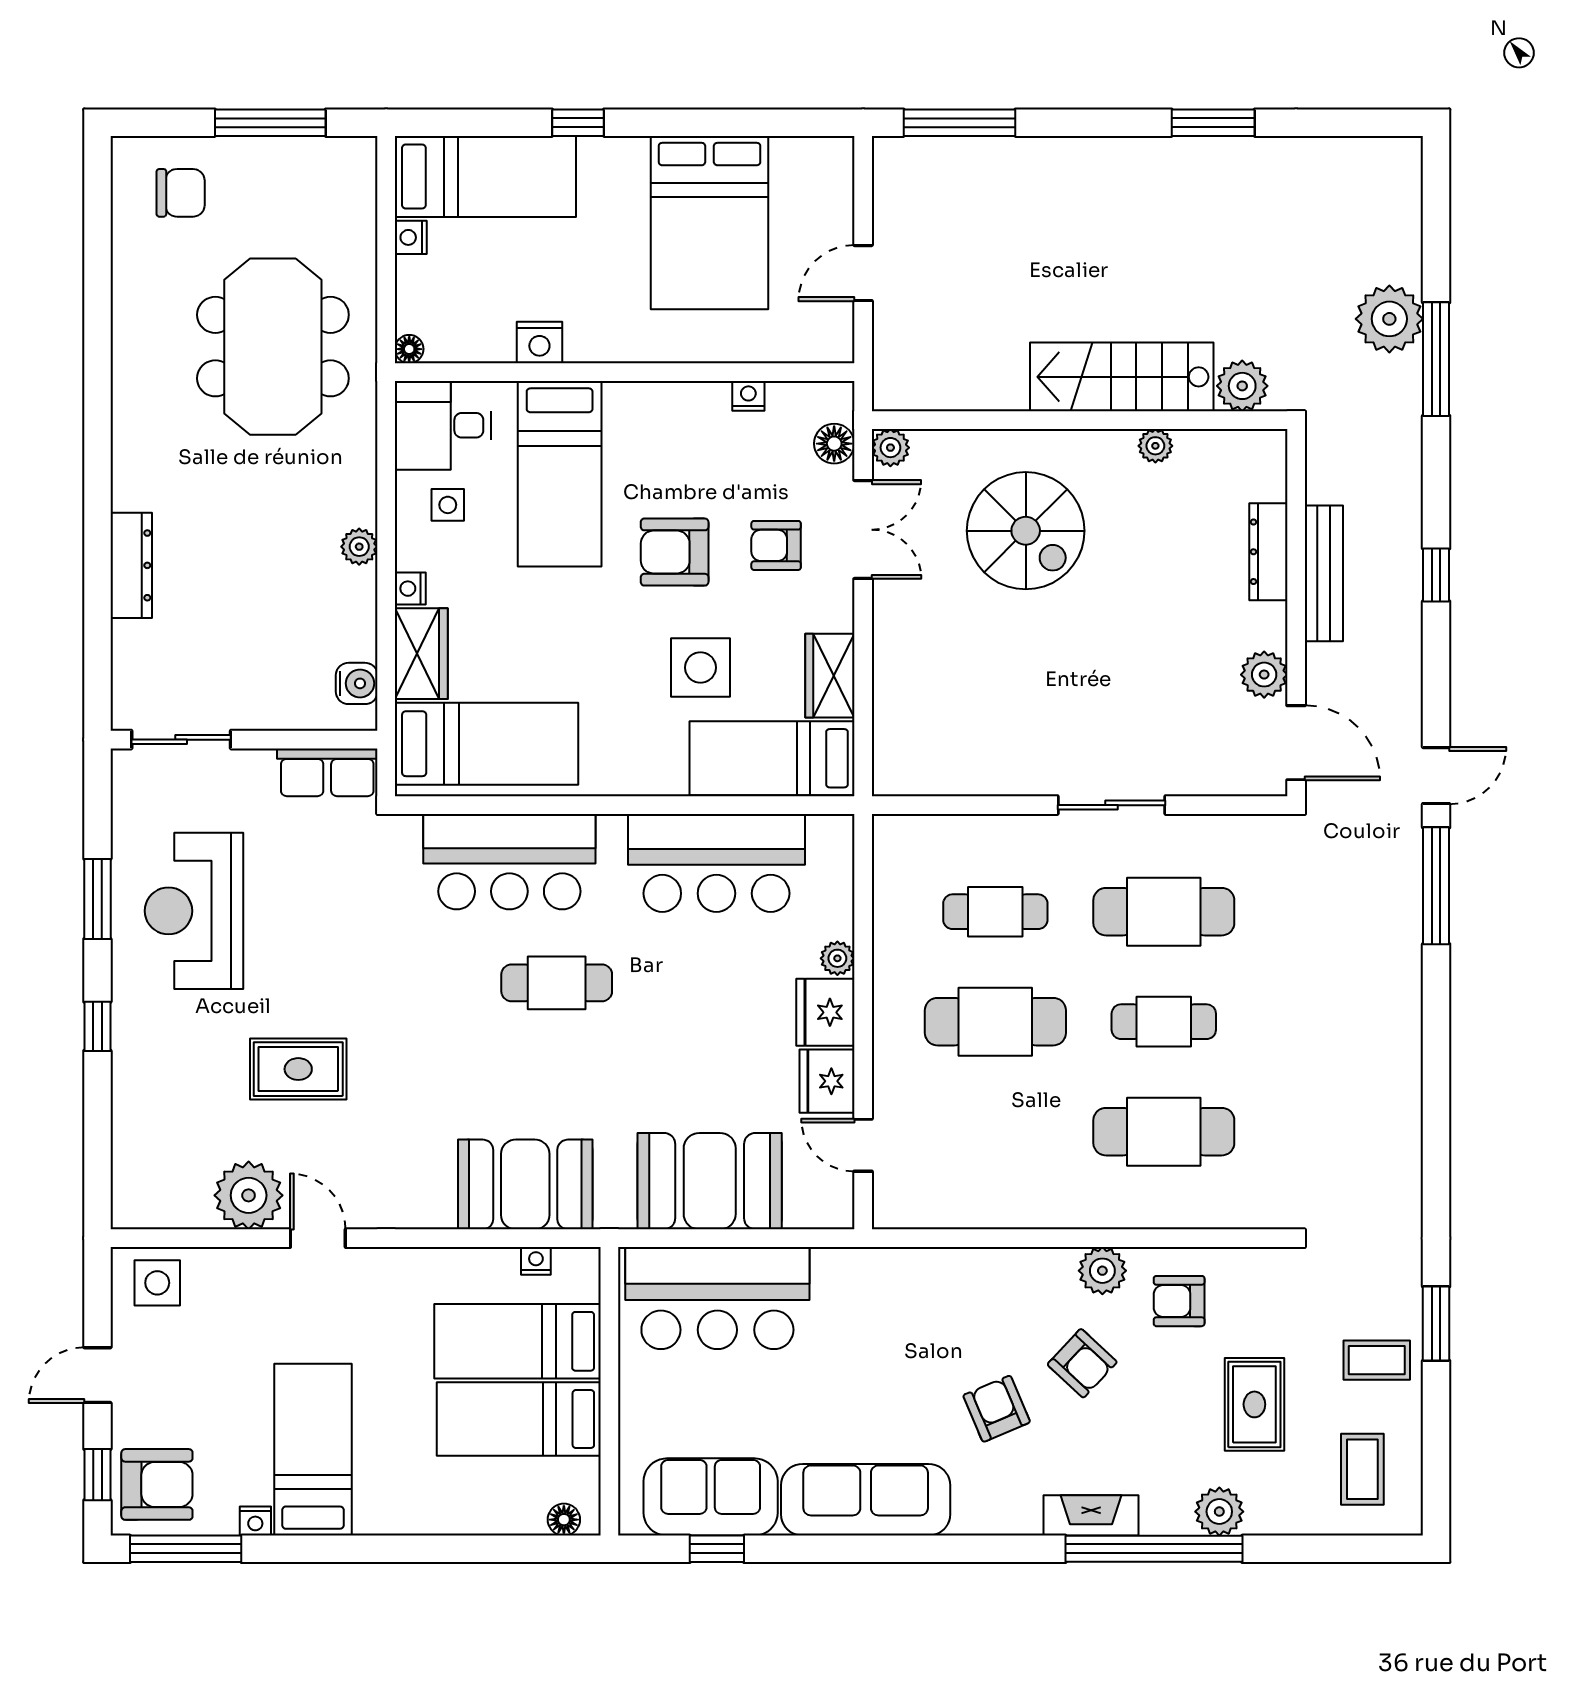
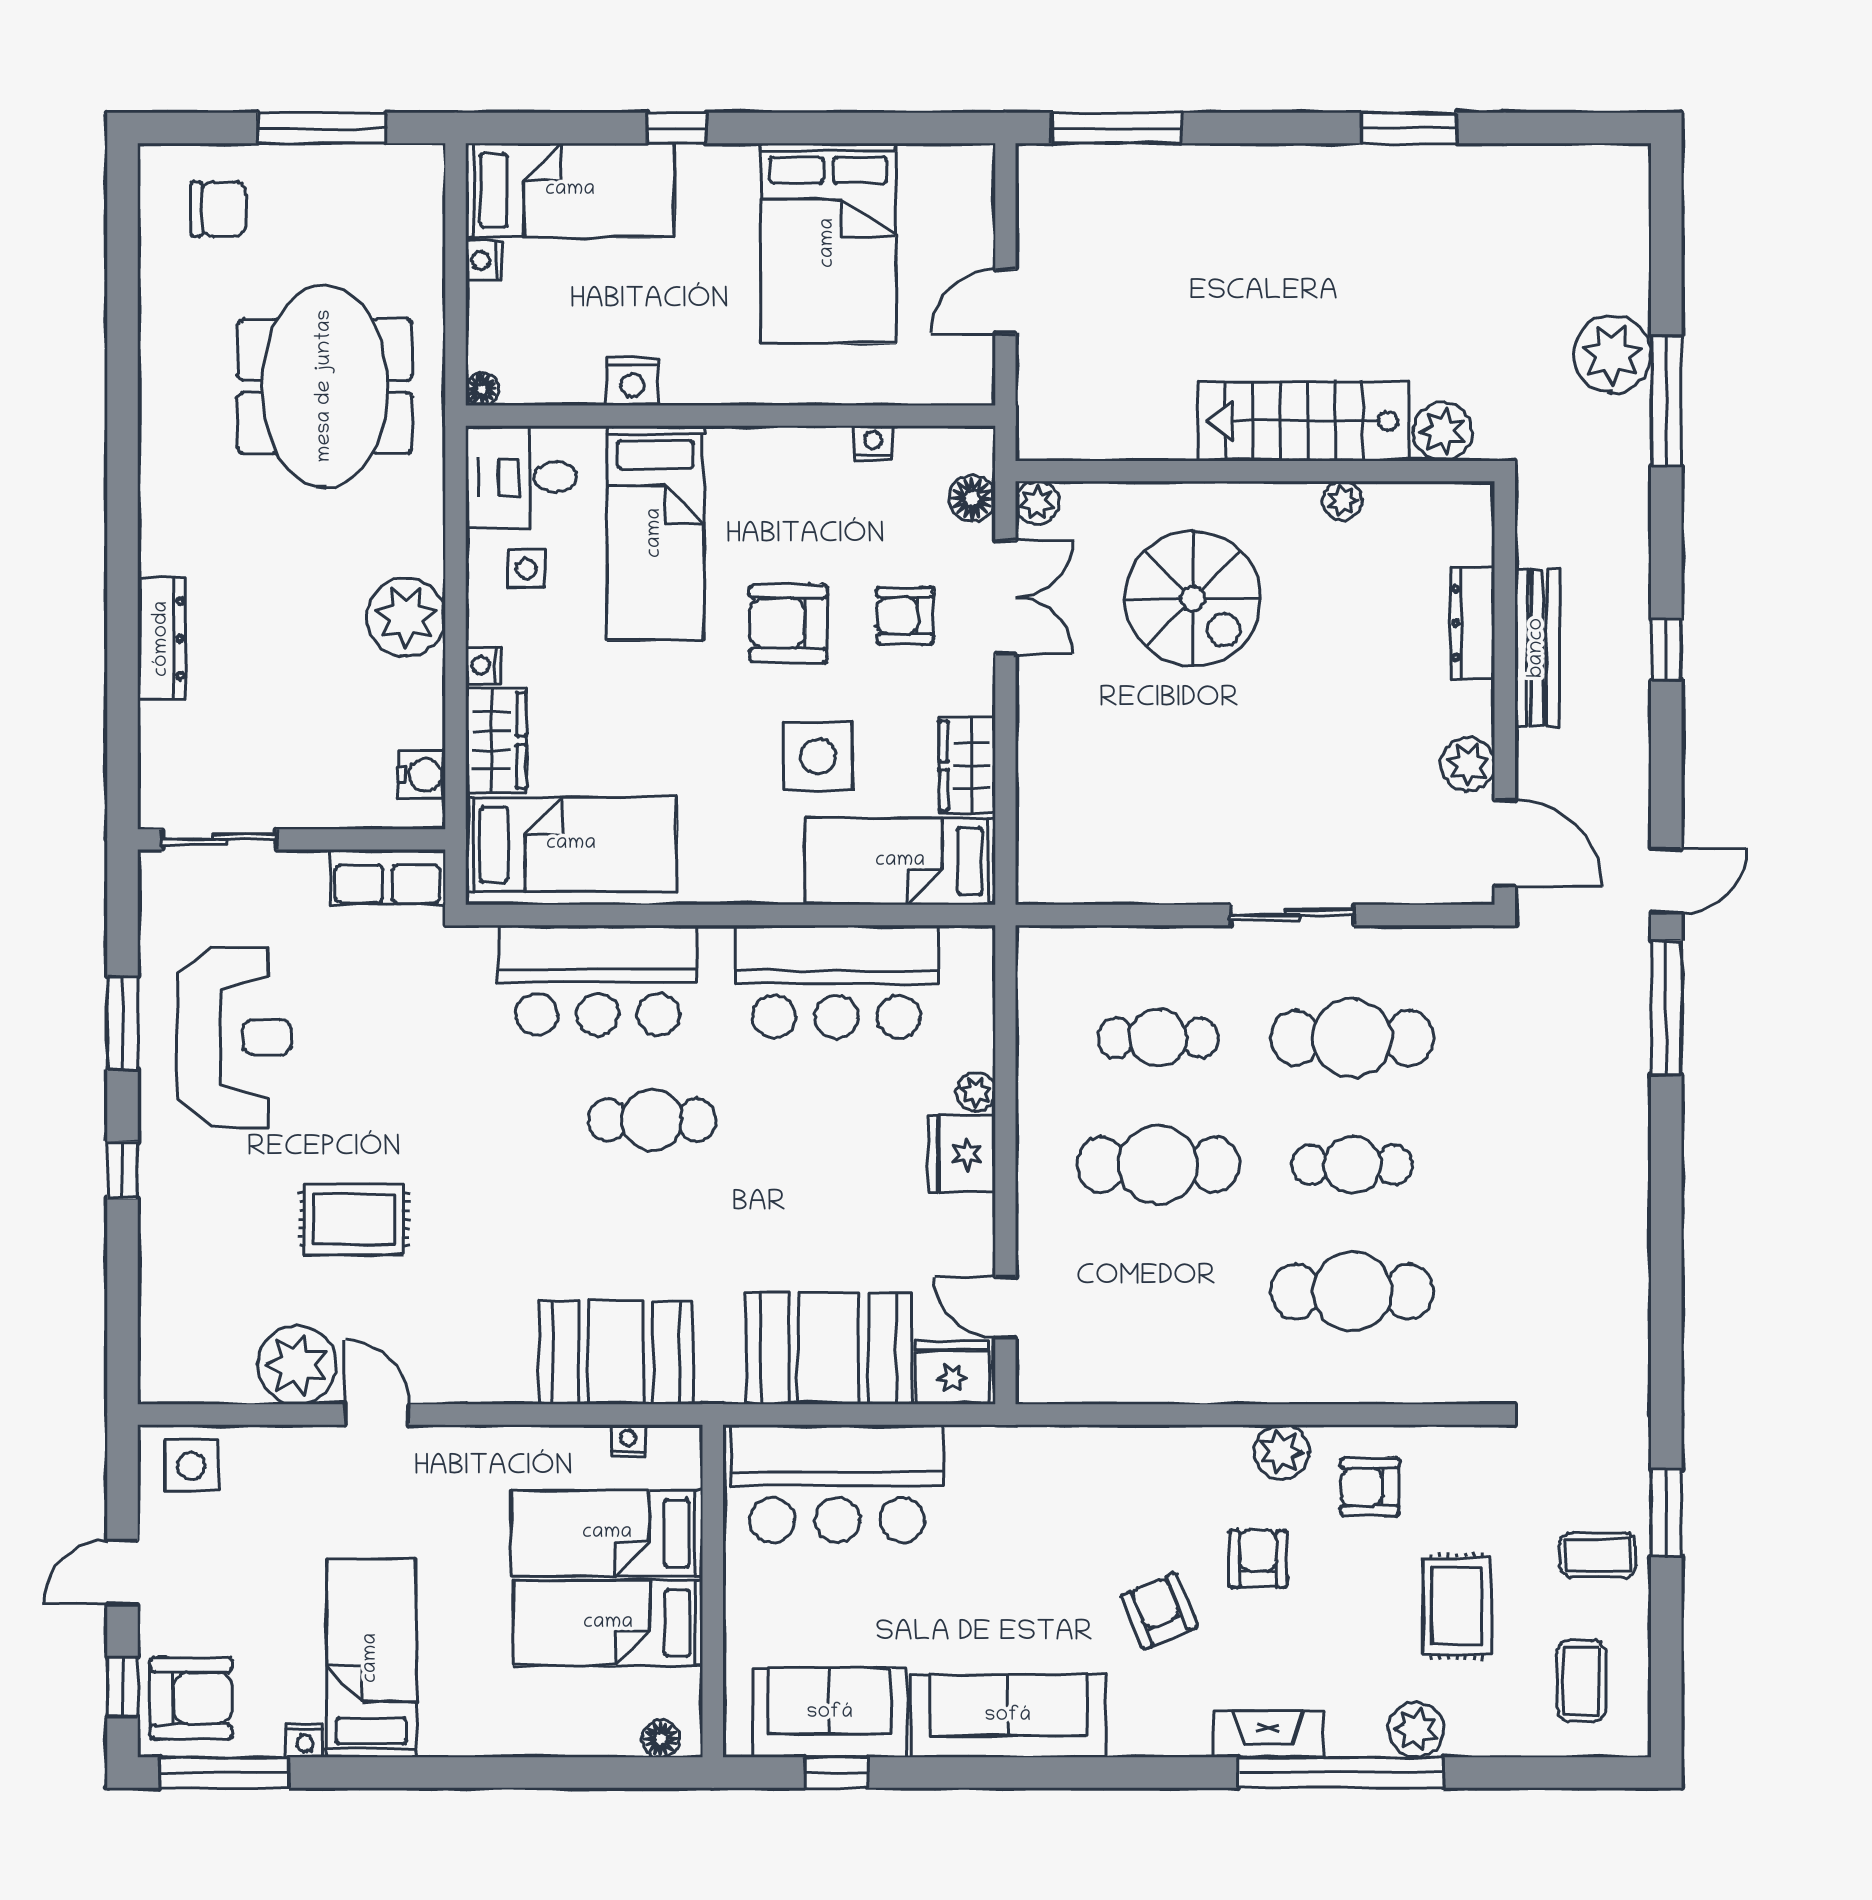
plant: (359, 547) -> (406, 617), width x1.88, depth x1.88
reception desk: (194, 911) -> (234, 1037), turned 180
fridge: (827, 1081) -> (952, 1373), moved, turned 90
armchair: (1082, 1363) -> (1258, 1559), turned -133

